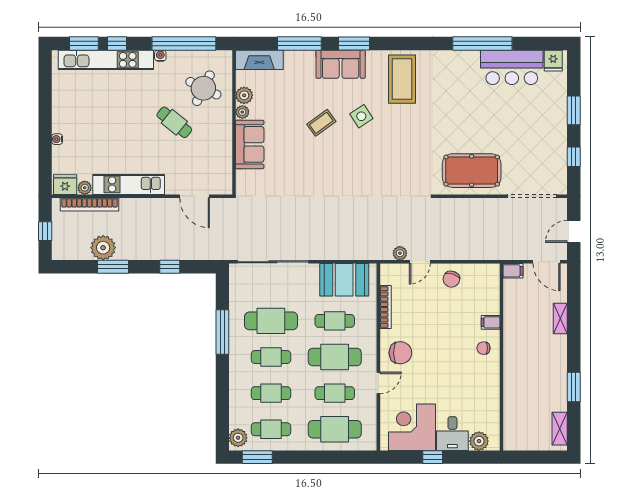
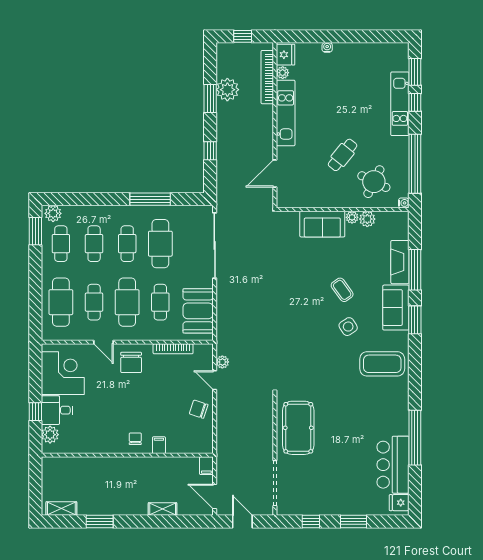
water cooler: (160, 56) -> (404, 203), moved
kitchen unit: (106, 60) -> (400, 104), width x0.73
fireplace: (259, 60) -> (400, 262), moved
door: (547, 262) -> (215, 497), hinge flipped
window: (433, 457) -> (35, 412), moved

